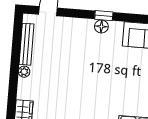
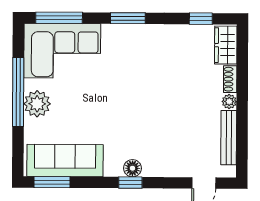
shoe rack: (22, 89) -> (230, 79), added

